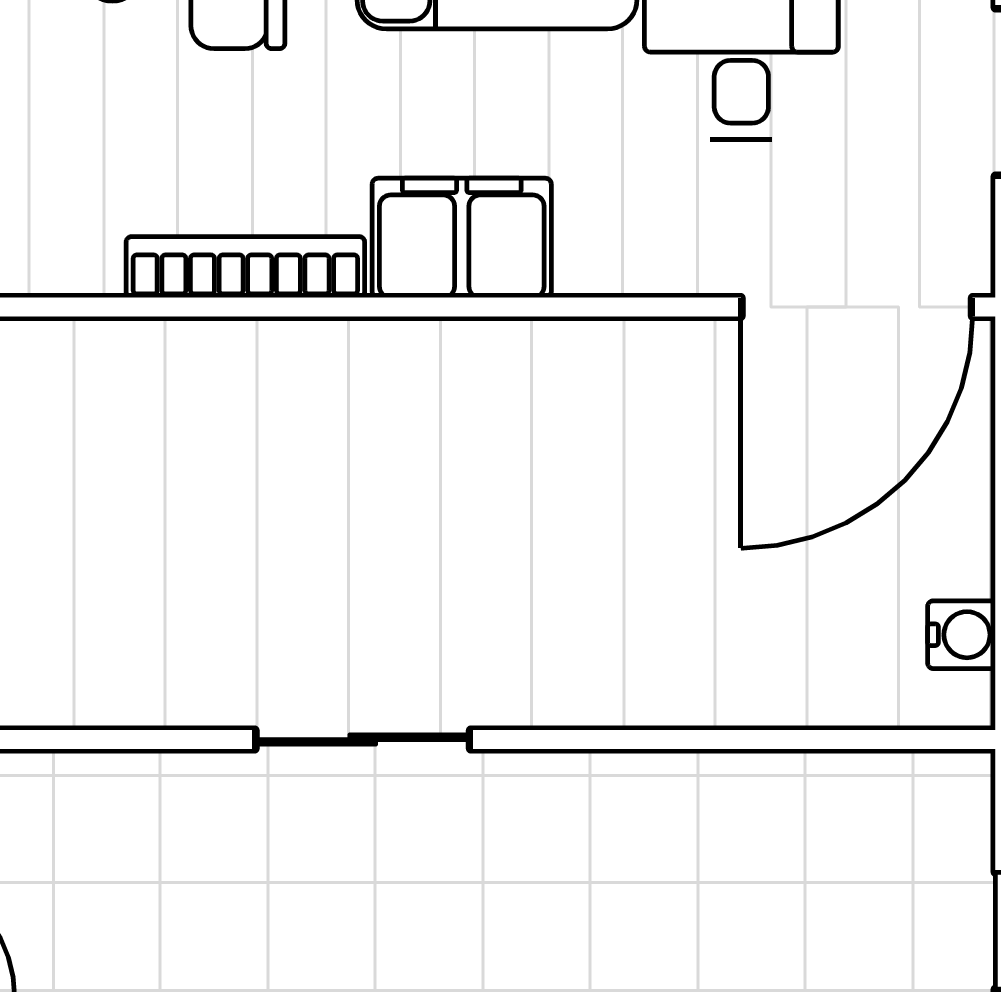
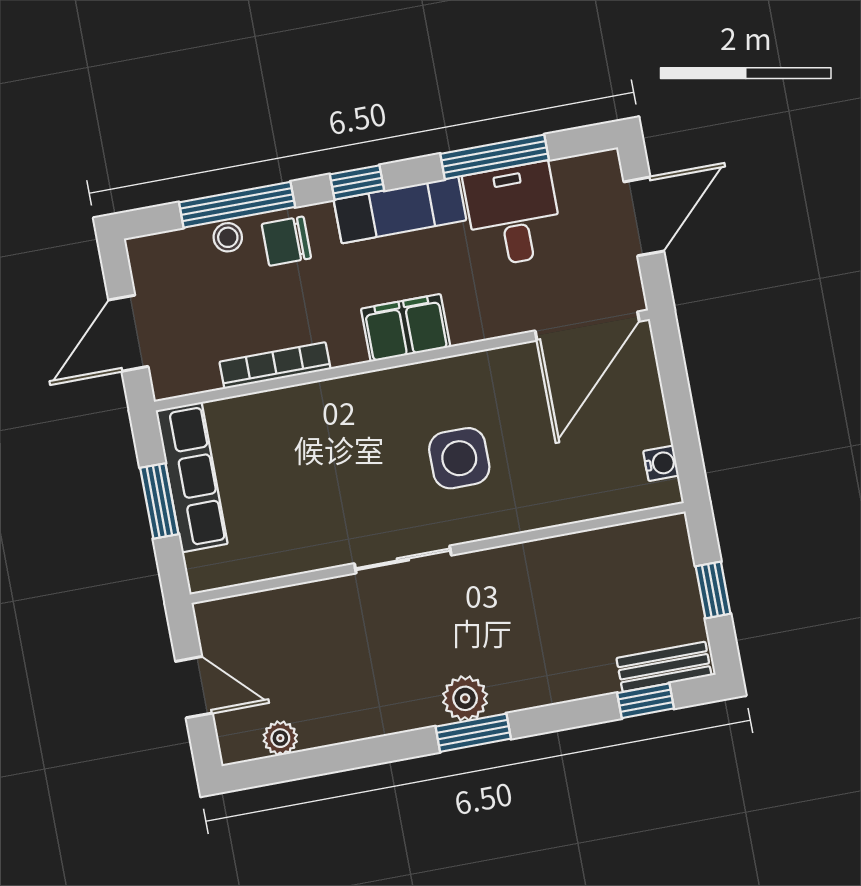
bookcase: (245, 267) -> (275, 365), moved
side table: (526, 542) -> (459, 458), added

